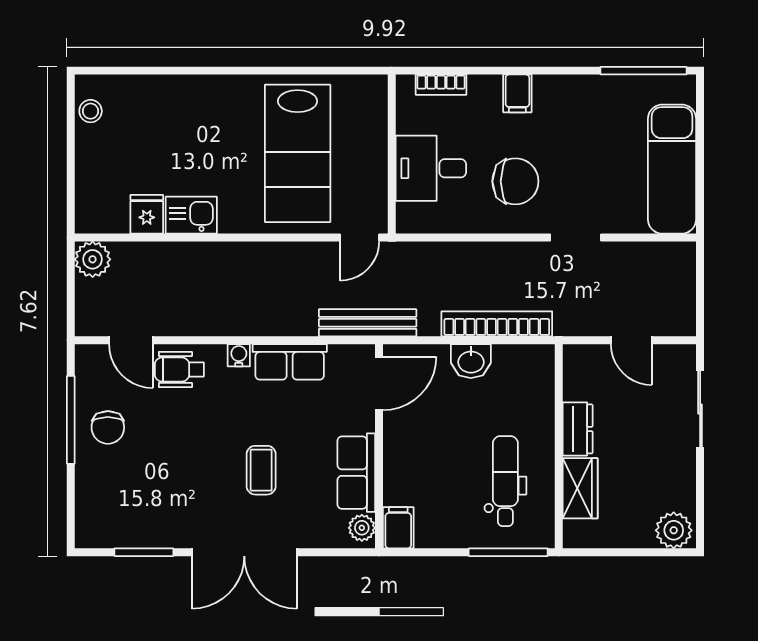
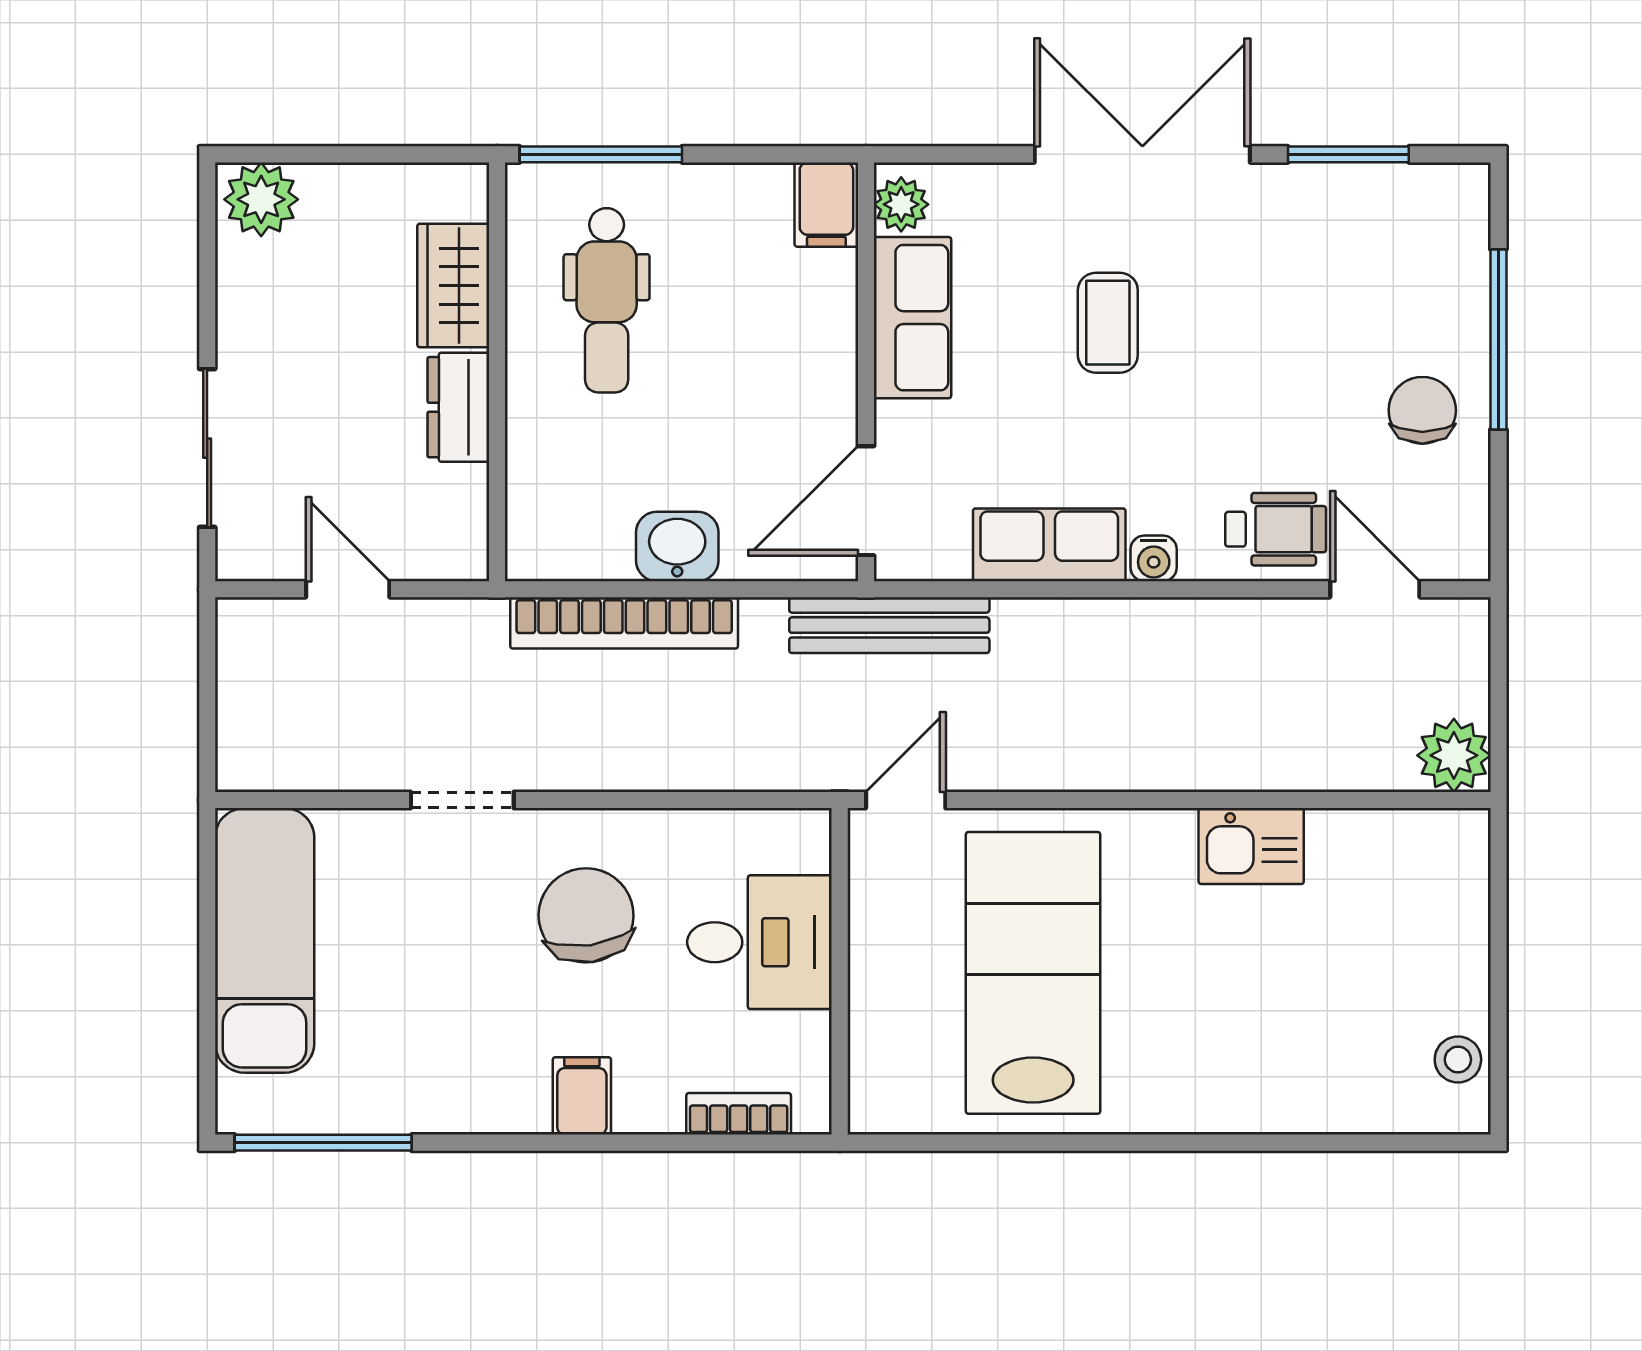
chair: (515, 181) -> (586, 915), turned 82
fridge: (147, 214) -> (1342, 848), removed
window: (71, 420) -> (1498, 339), moved

